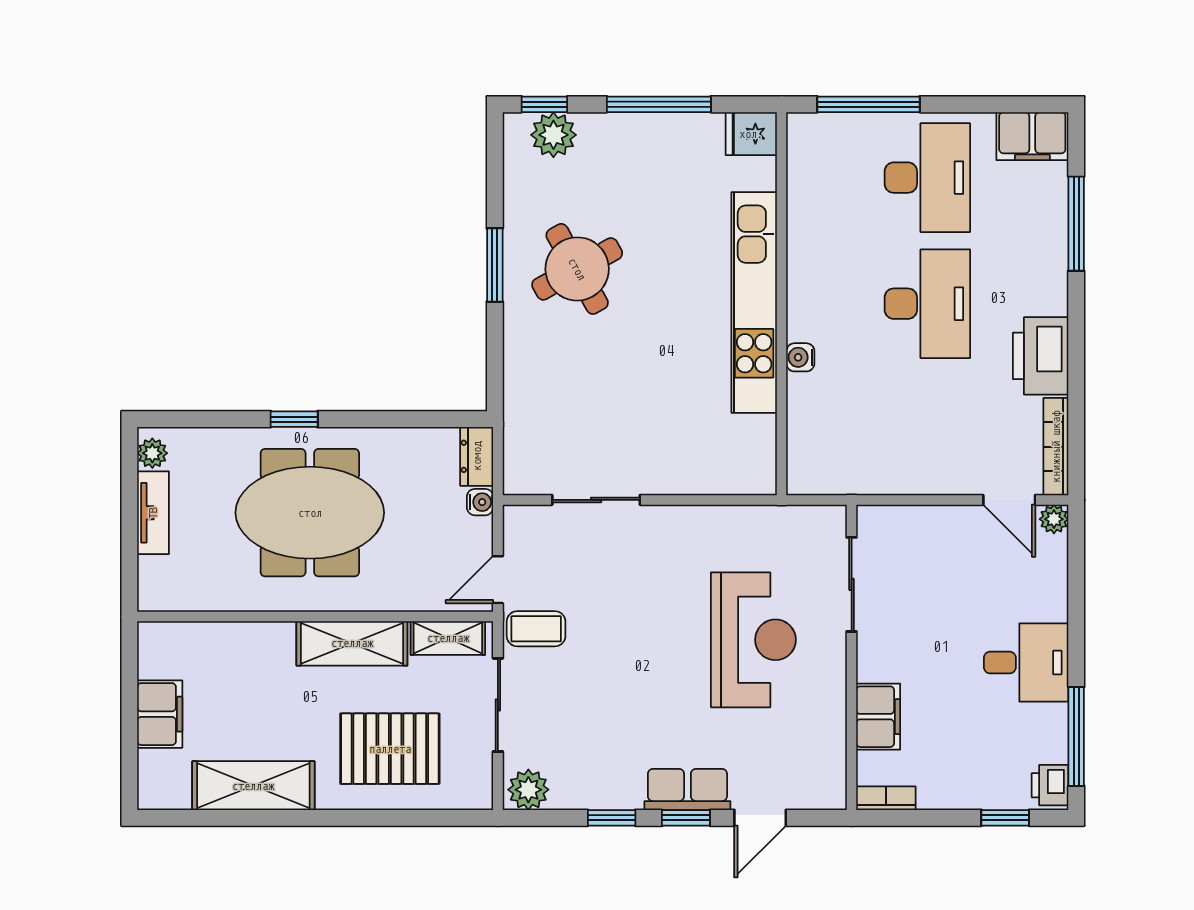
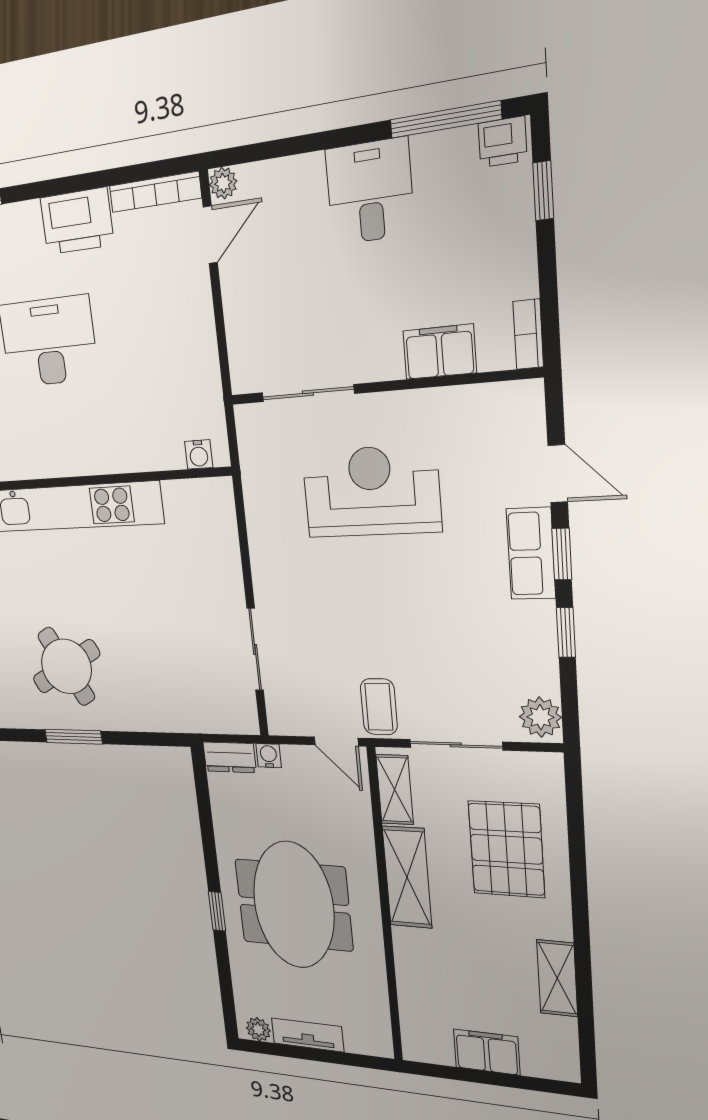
water cooler: (800, 357) -> (199, 454), moved
shelving: (253, 786) -> (557, 978), width x0.67, depth x0.75

